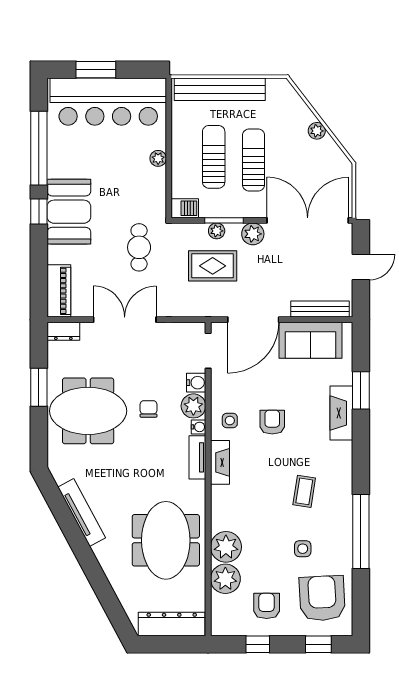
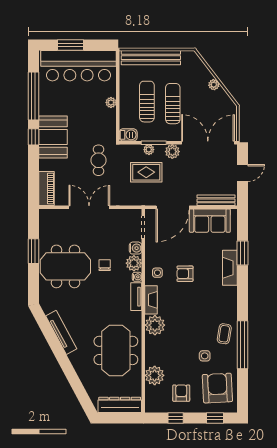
dresser: (63, 331) -> (49, 215), removed
armchair: (272, 422) -> (185, 274), turned -90
coffee table: (304, 491) -> (224, 334), moved
plant: (226, 547) -> (155, 325), moved

